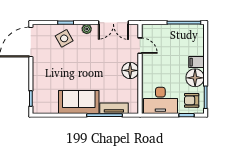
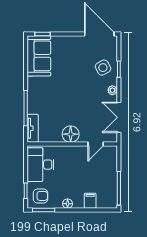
filing cabinet: (196, 62) -> (90, 201), moved
floor lamp: (195, 78) -> (68, 204), width x0.53, depth x0.53
armchair: (192, 100) -> (41, 196), turned 90
sofa: (79, 102) -> (39, 56), moved
tv unit: (114, 108) -> (33, 128), moved

